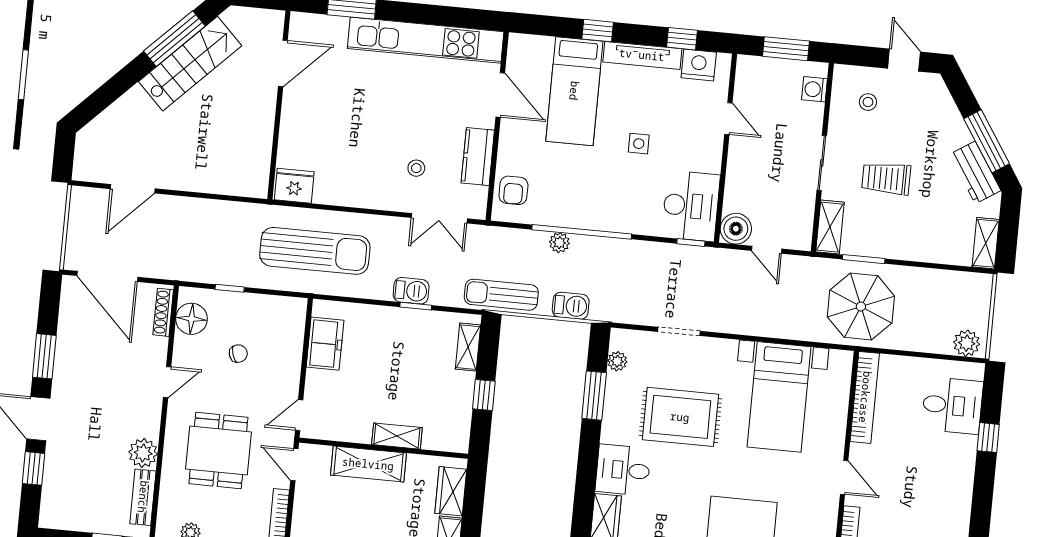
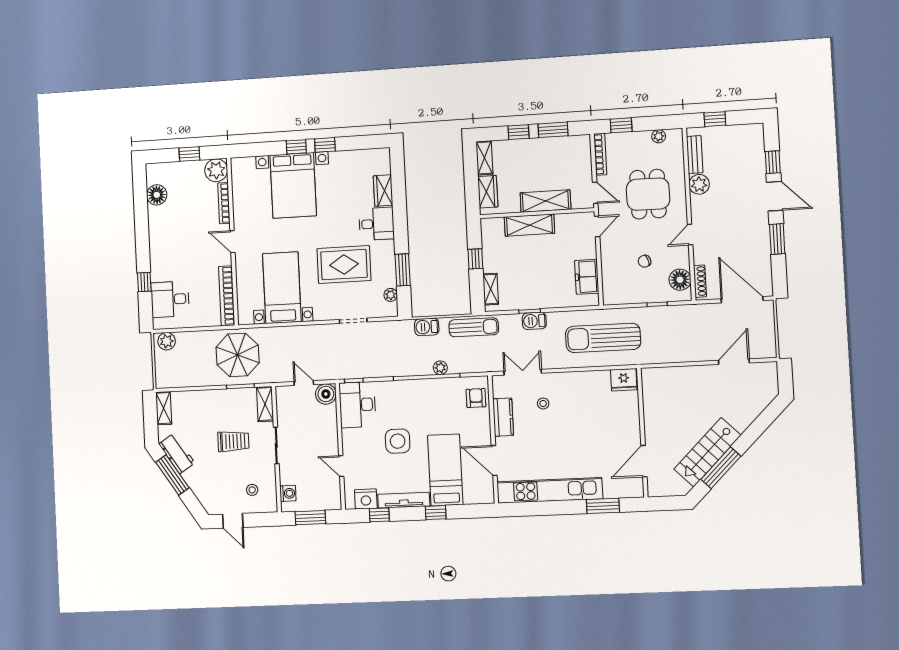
side table: (639, 144) -> (398, 441), width x1.87, depth x1.87
shelving: (397, 436) -> (529, 225), width x1.50, depth x1.33

